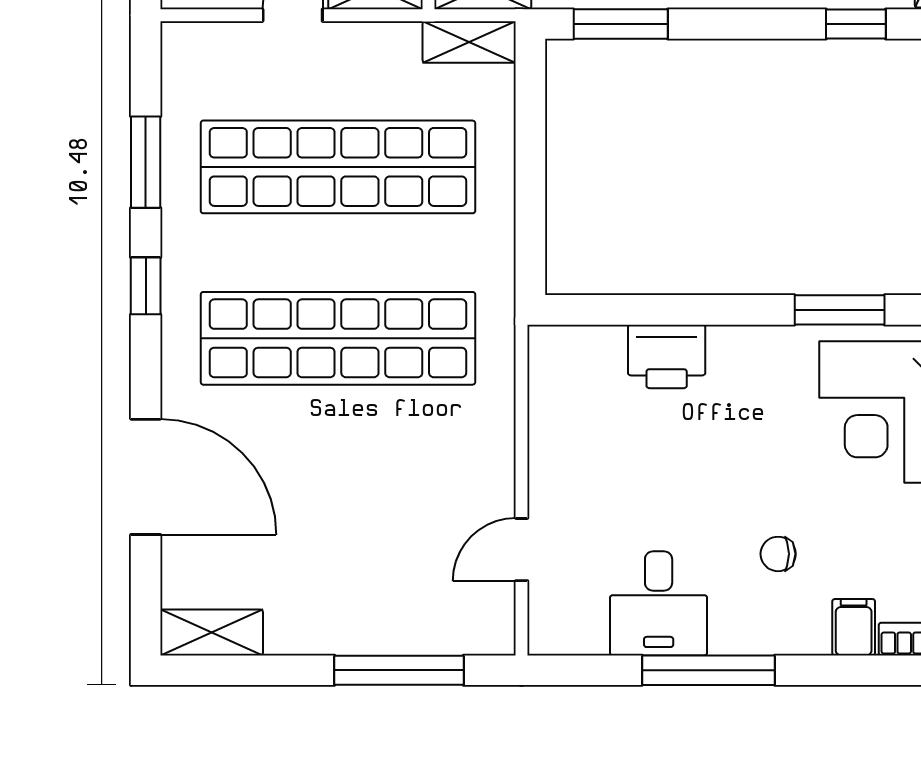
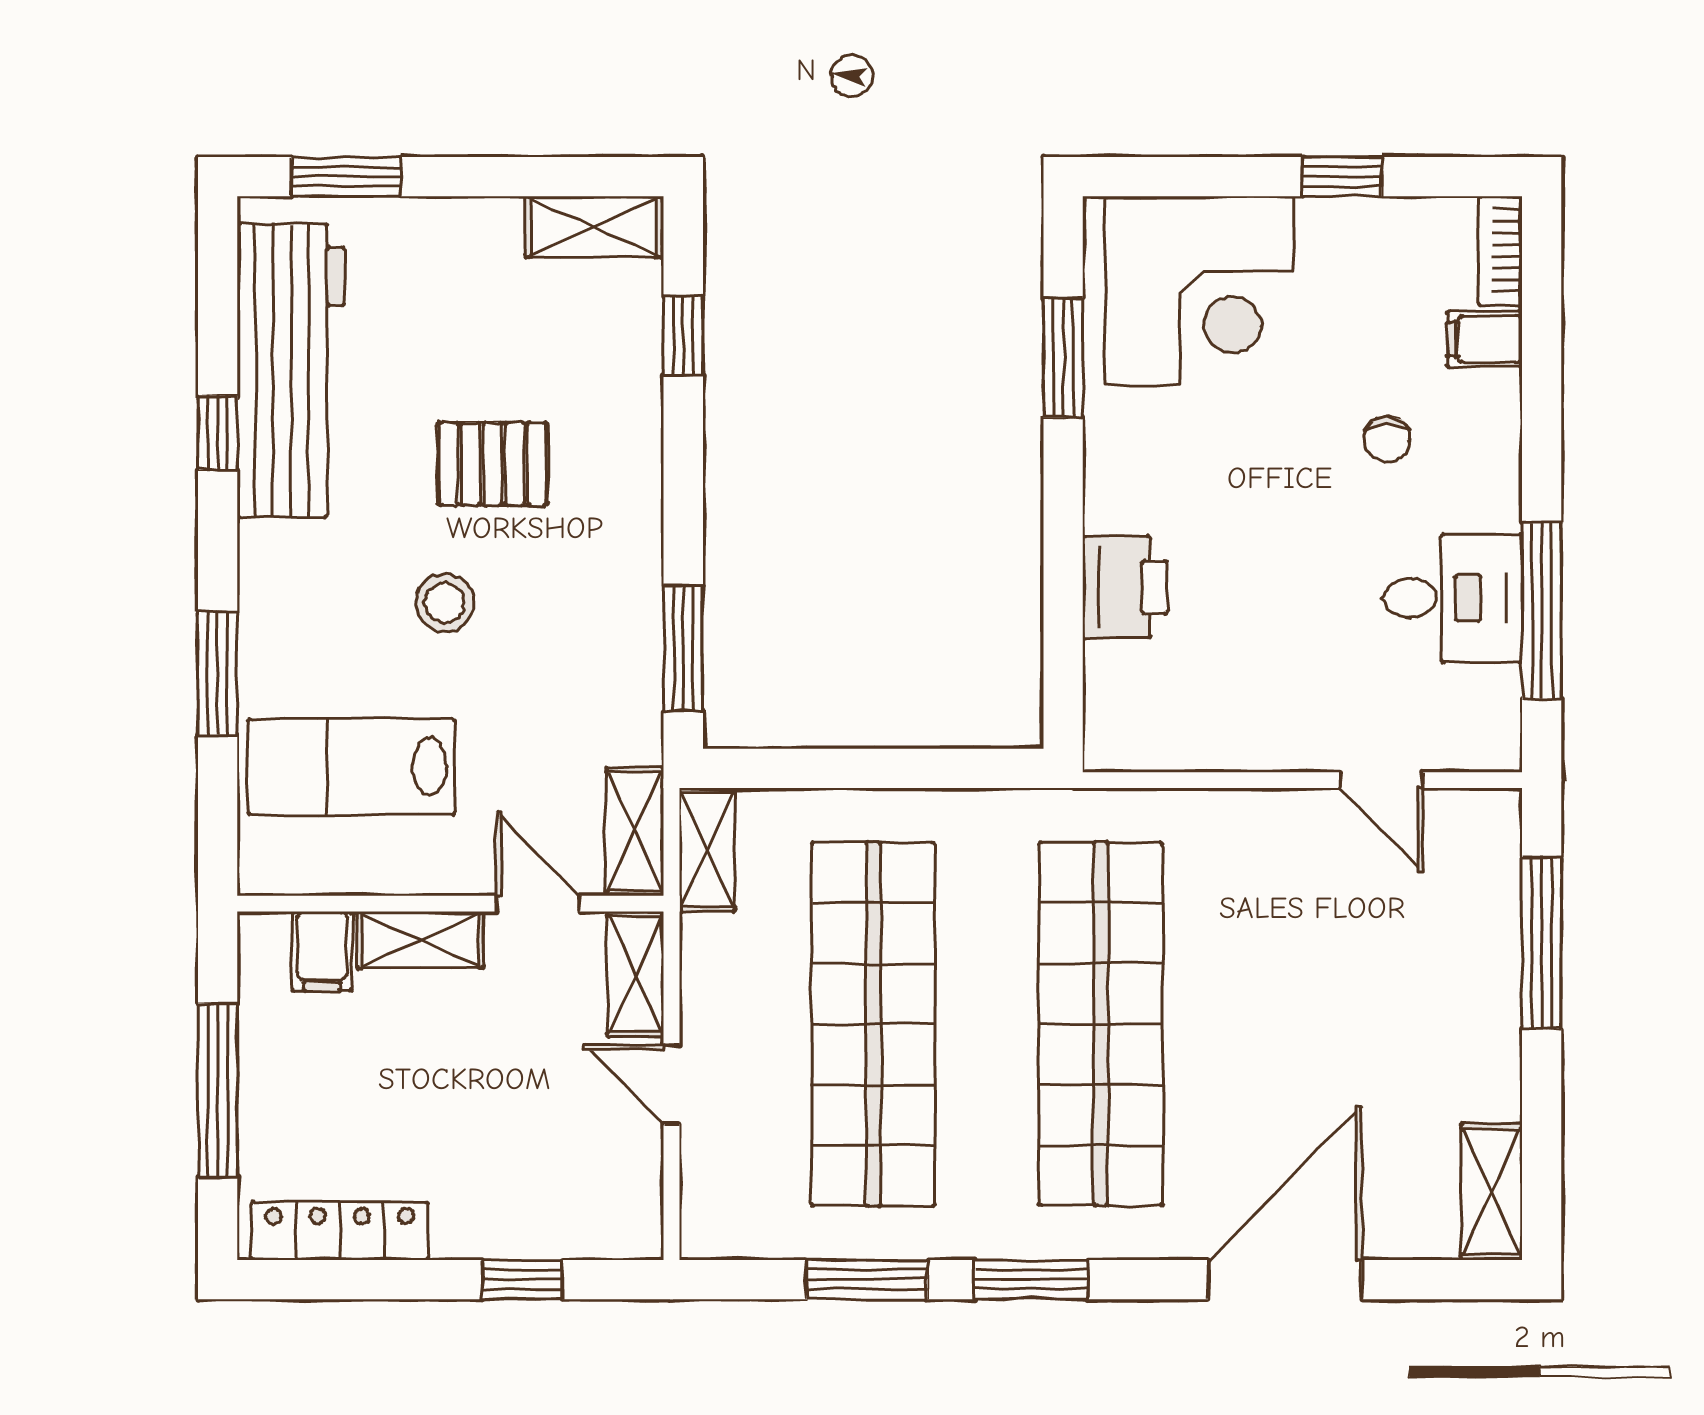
window: (146, 286) -> (1031, 1280), width x1.50
window: (708, 670) -> (1542, 611), moved

